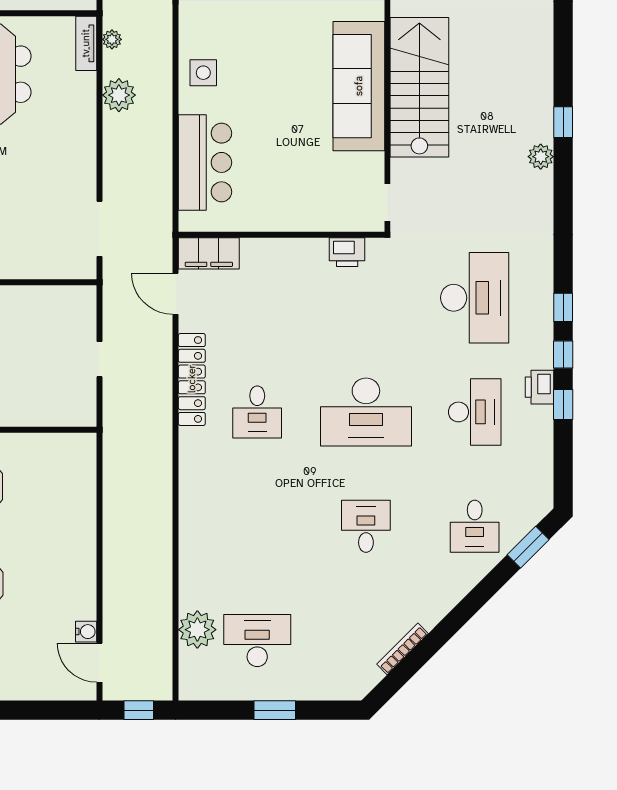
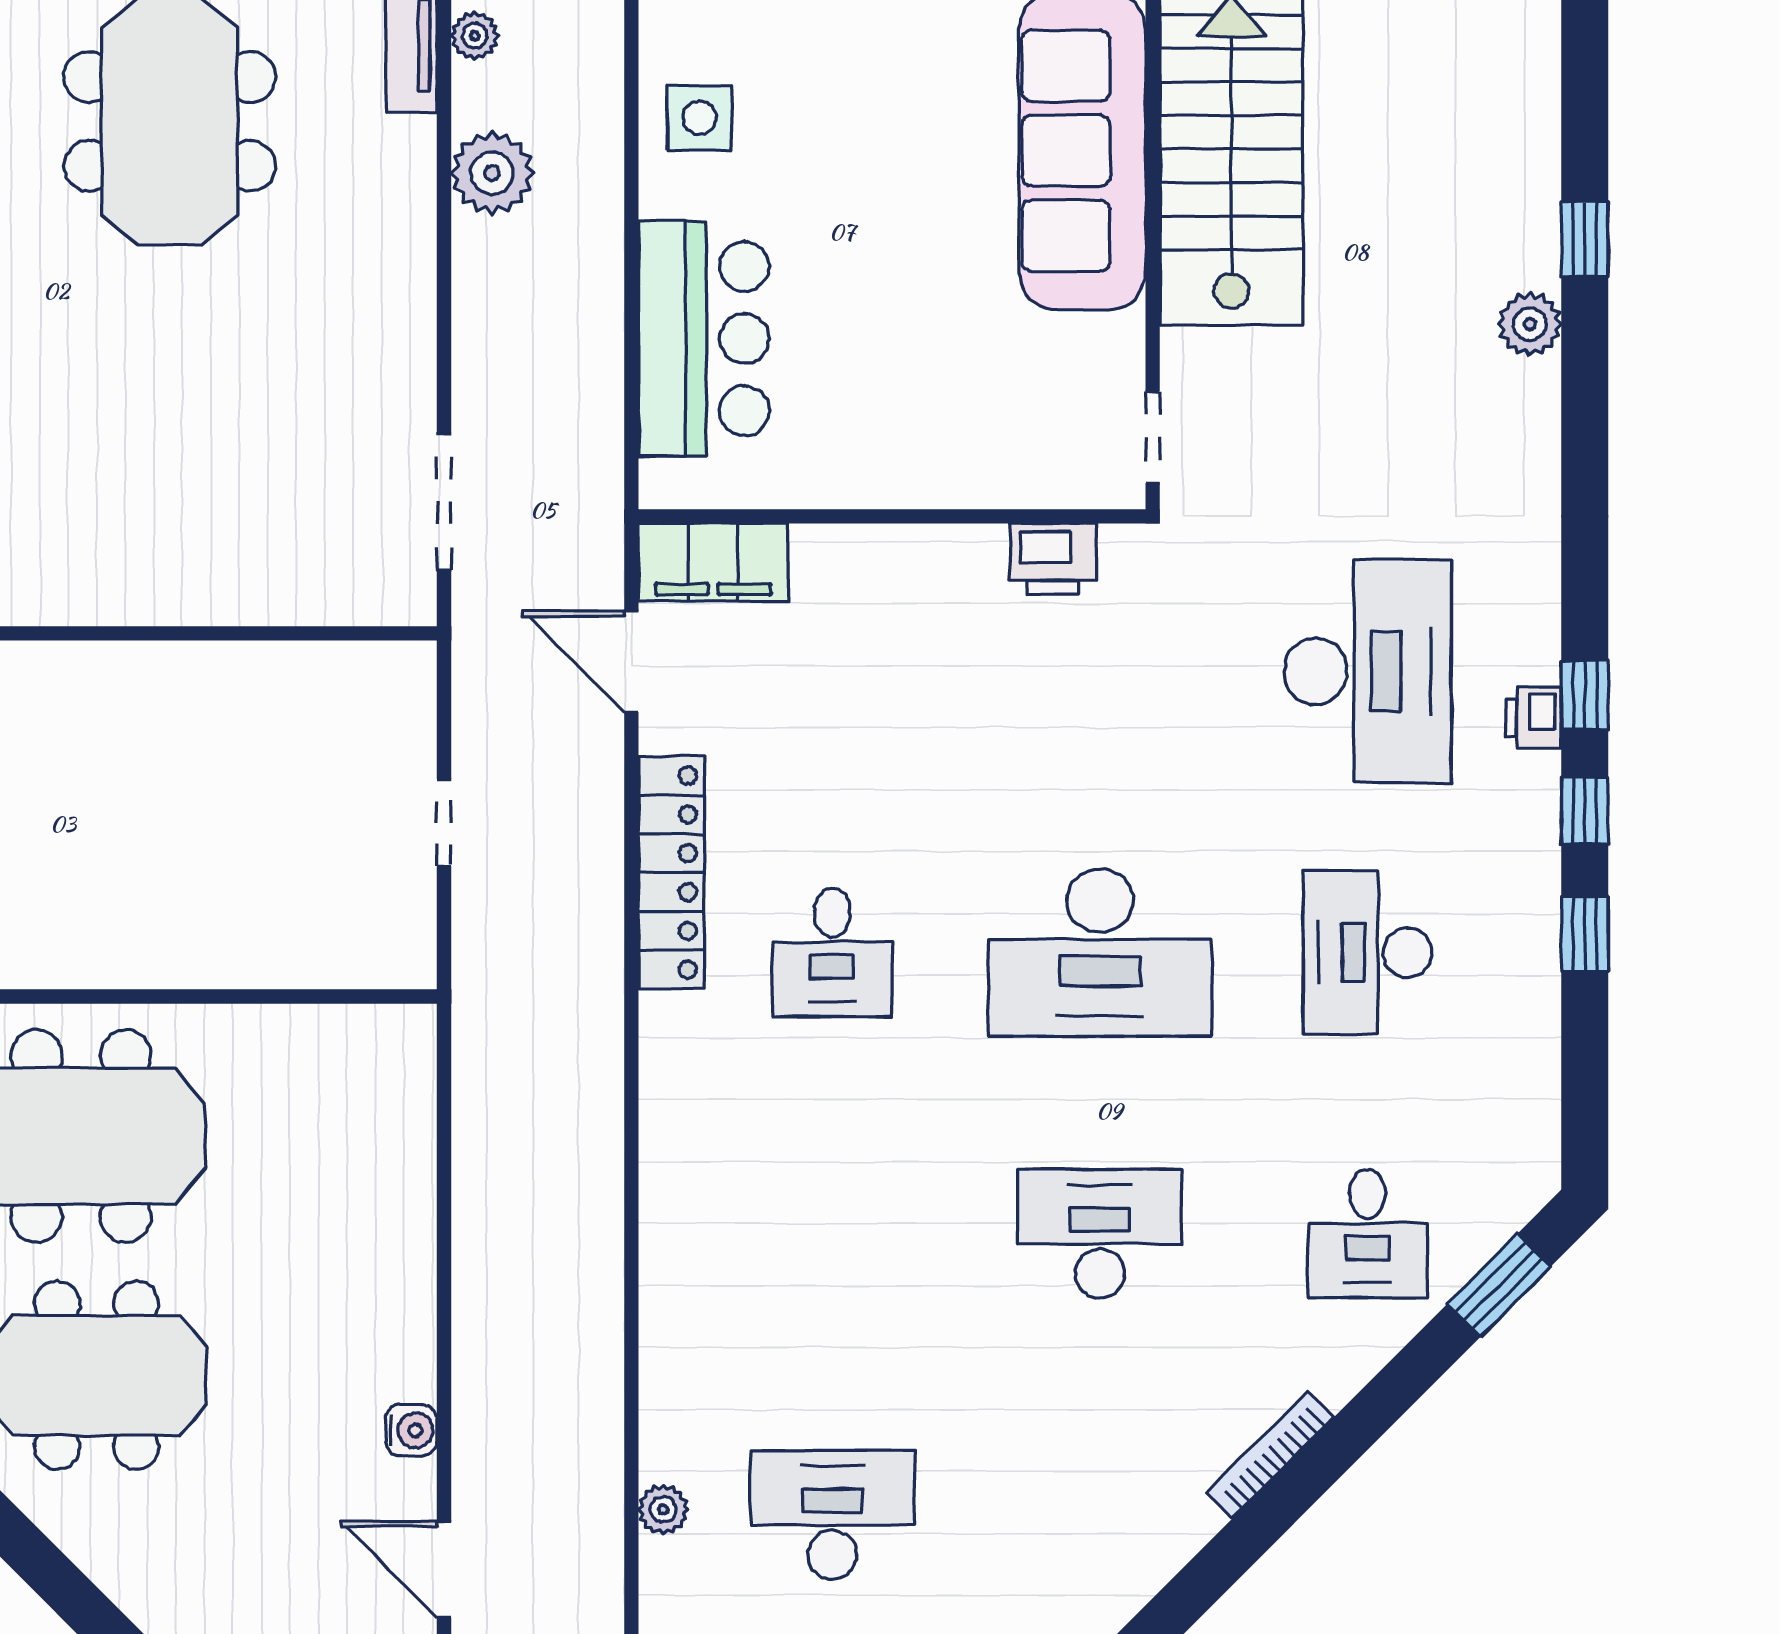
printer: (539, 387) -> (1534, 717), moved, width x0.73, depth x0.81
desk: (475, 412) -> (1367, 953), turned 180
desk: (366, 526) -> (1100, 1234), width x1.37
plant: (197, 630) -> (663, 1510), width x0.53, depth x0.53
water cooler: (86, 632) -> (411, 1430), moved
bookcase: (402, 649) -> (1271, 1455), moved

